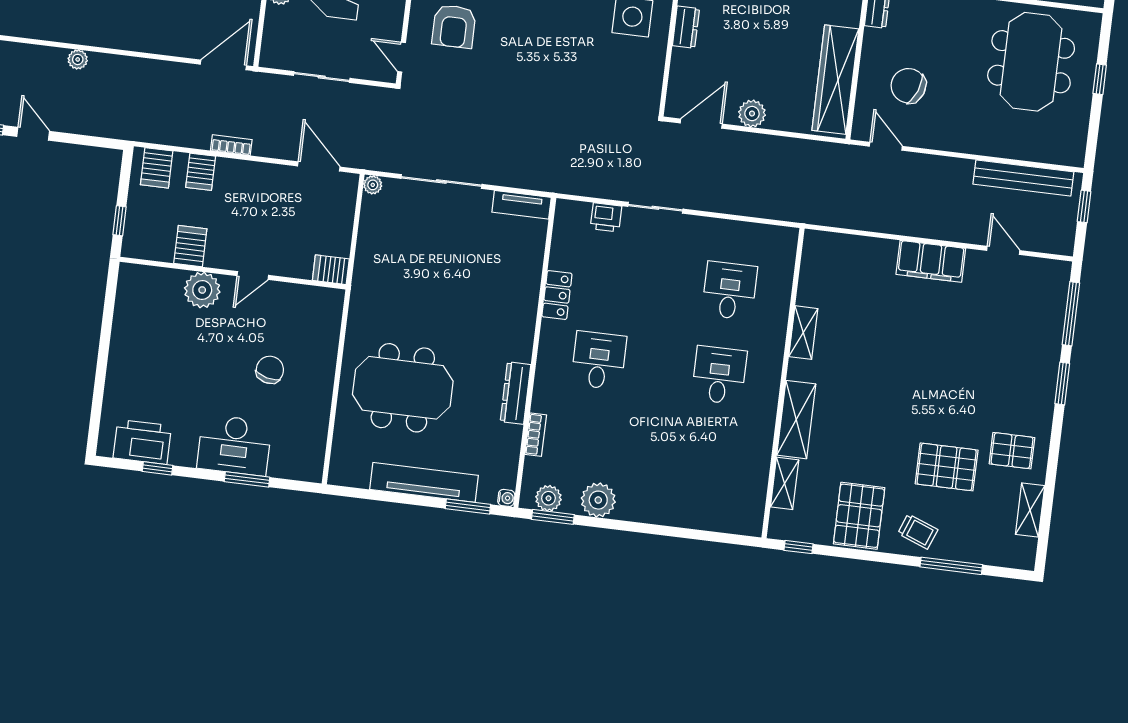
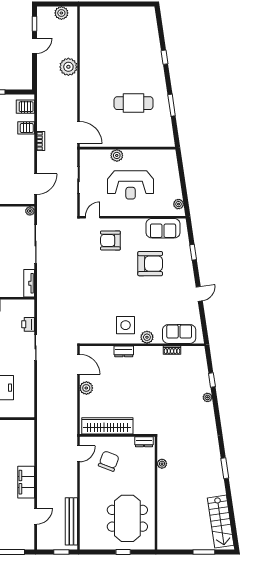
plant: (78, 59) -> (68, 67), width x1.88, depth x1.88
meeting table: (1031, 62) -> (127, 518), turned 90

